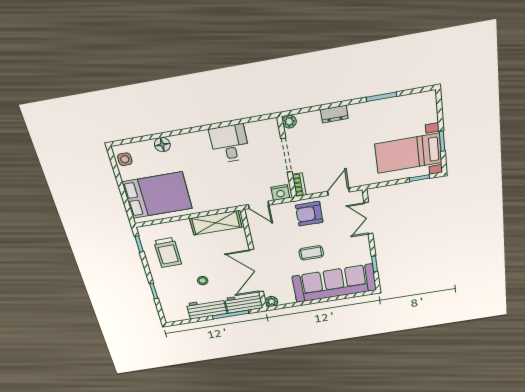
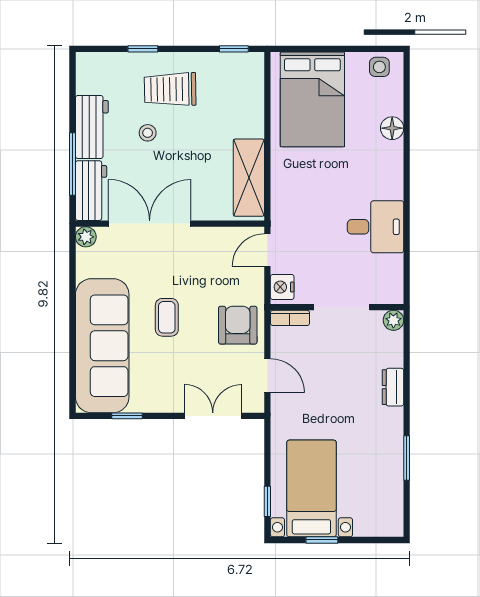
trolley: (168, 253) -> (170, 89), moved

